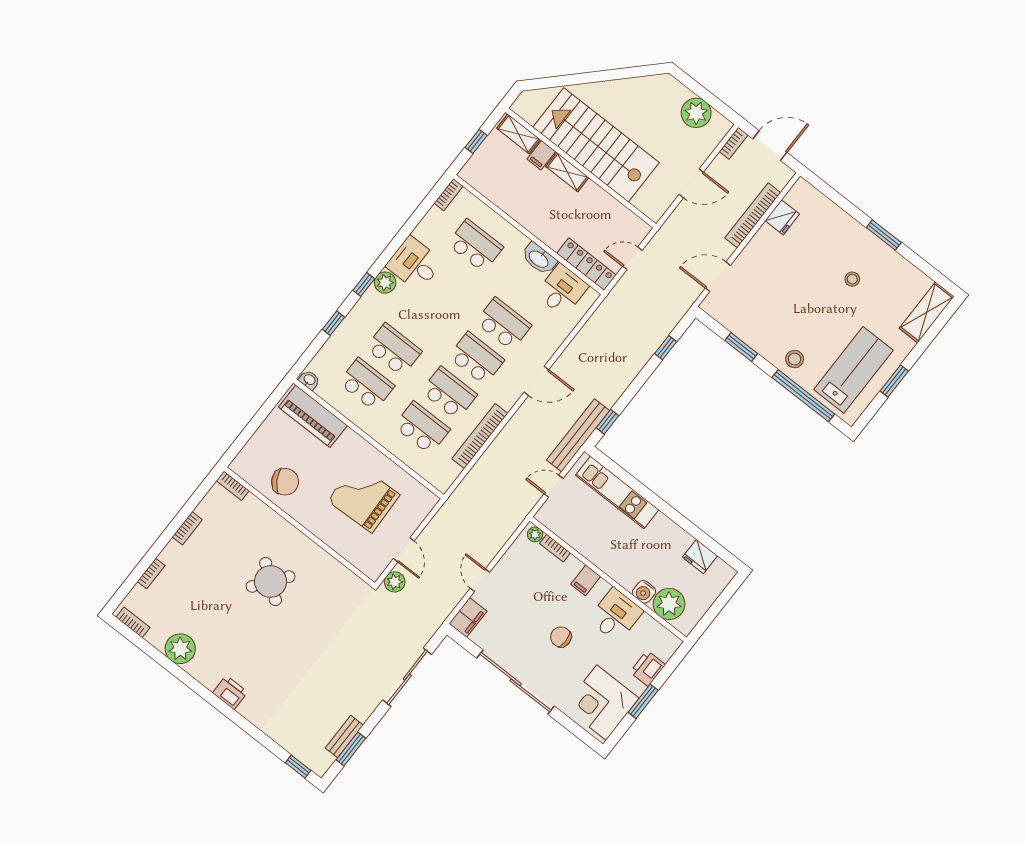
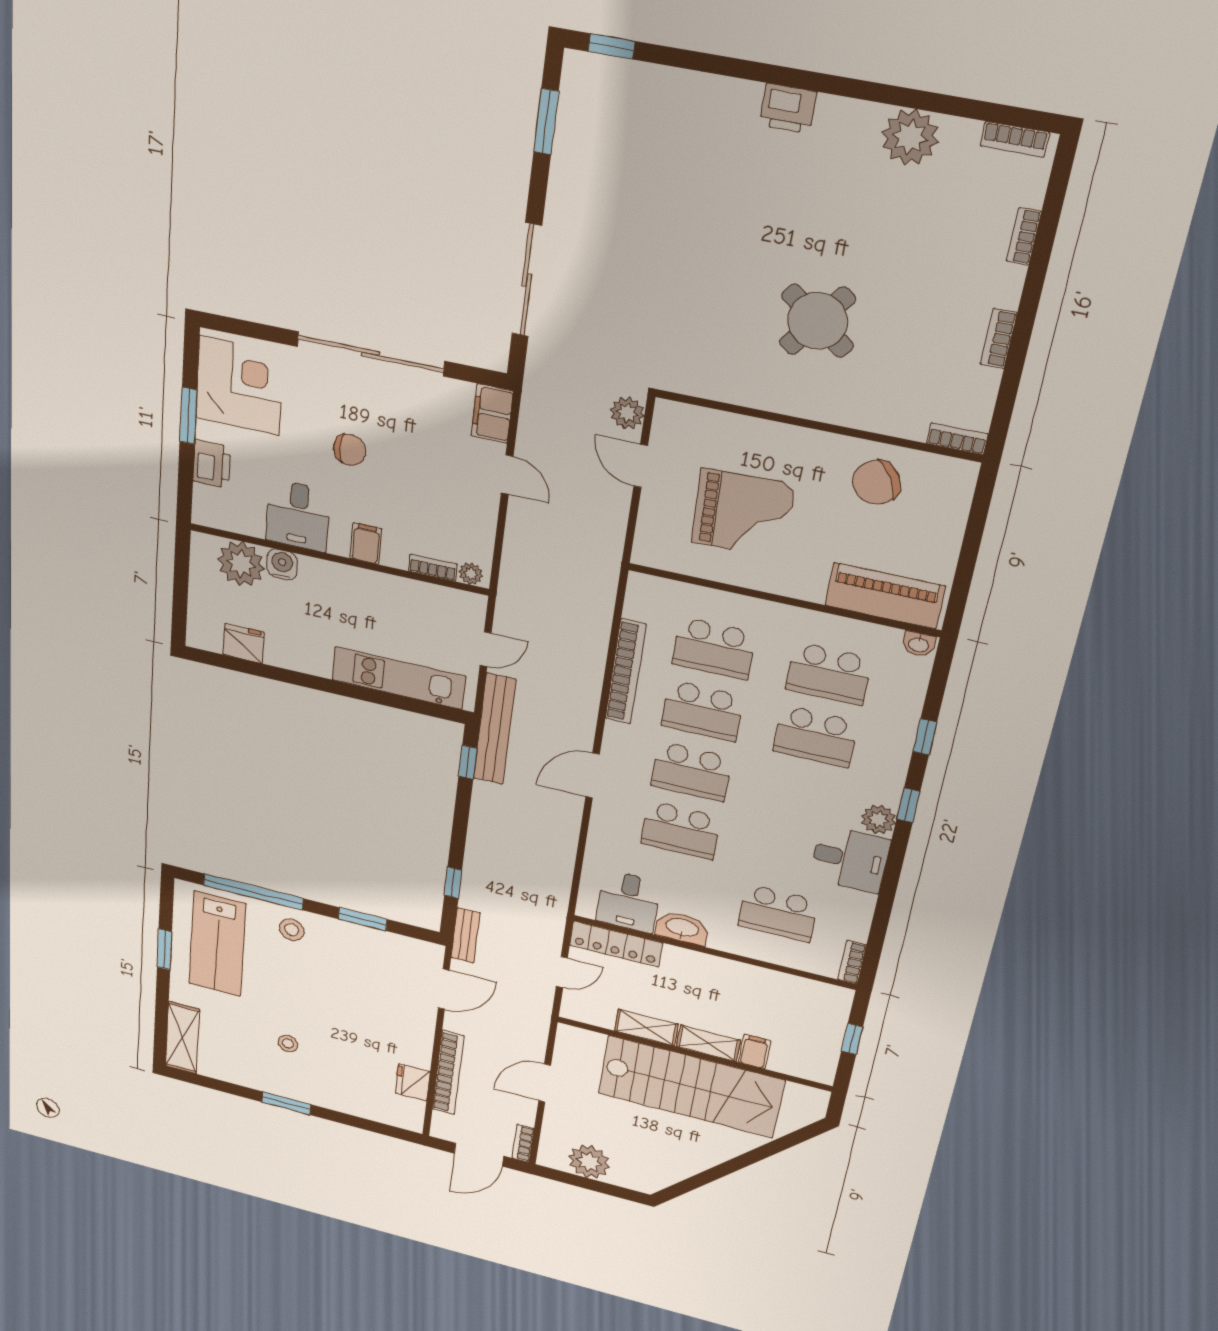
shelving: (518, 134) -> (646, 1028), moved
bench: (344, 737) -> (466, 935), moved

